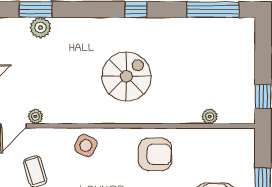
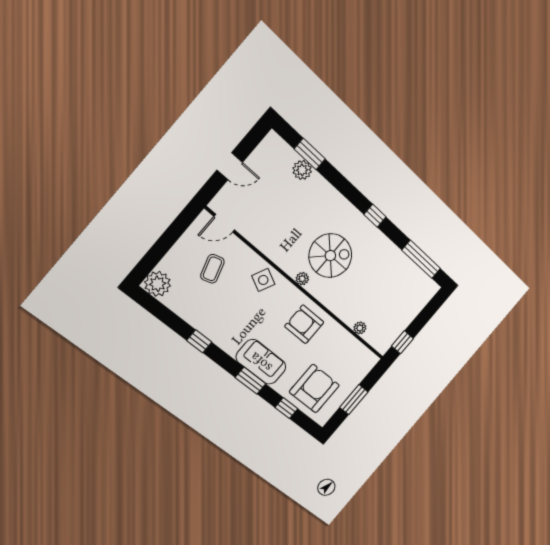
plant: (35, 116) -> (302, 279), moved
armchair: (155, 154) -> (304, 324), turned 180

